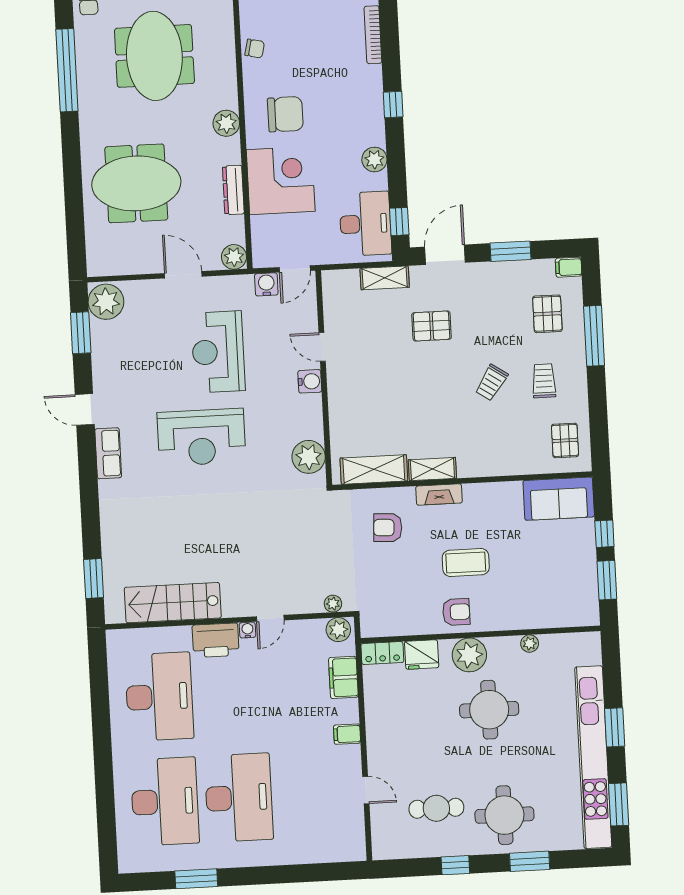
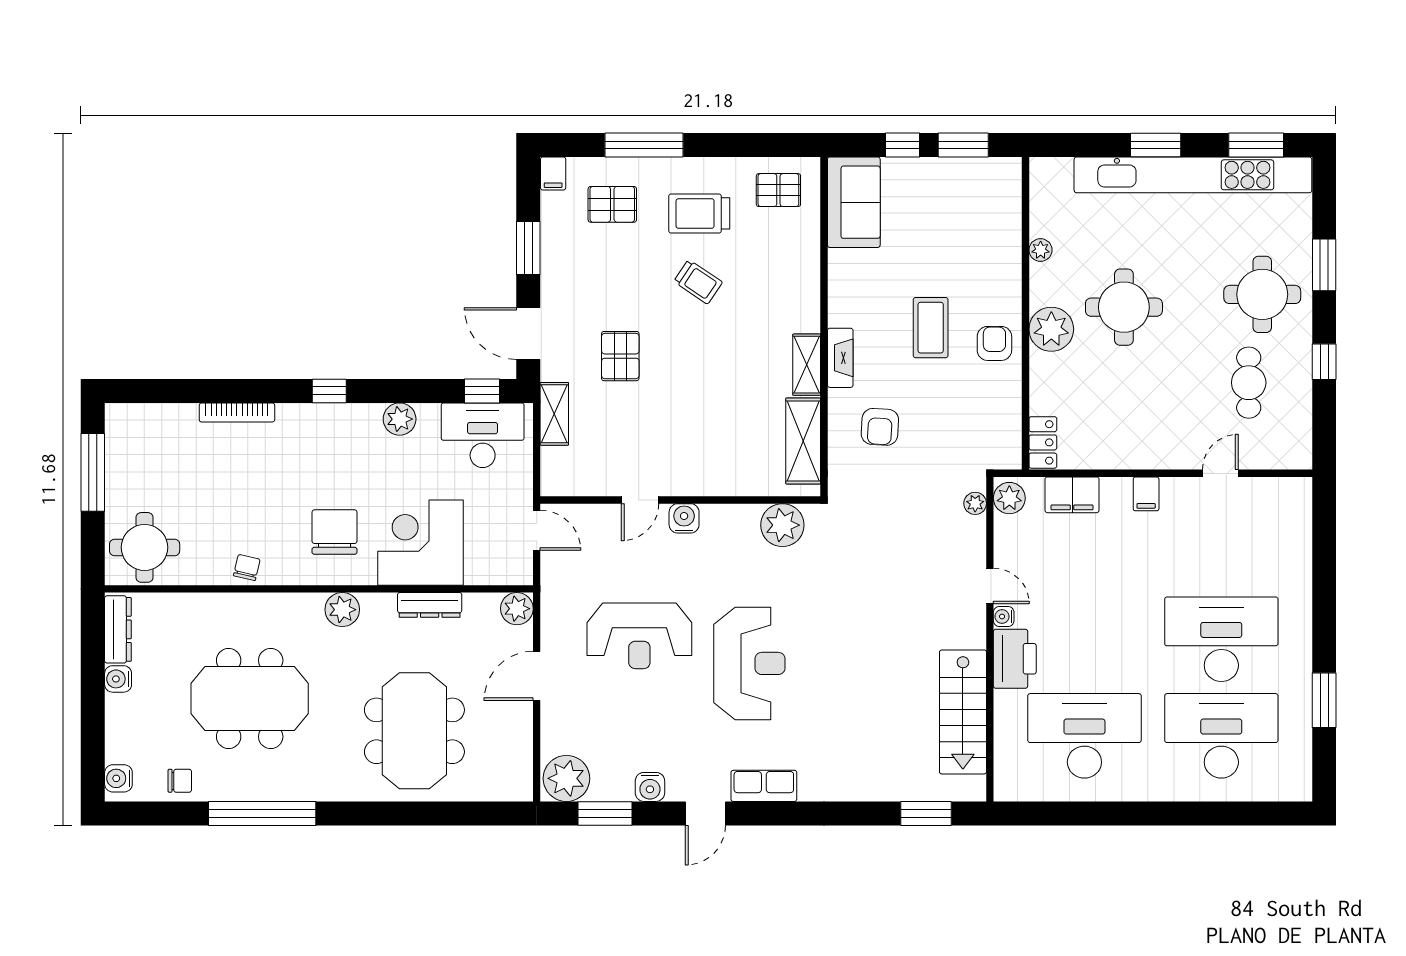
water cooler: (266, 284) -> (650, 787), moved, turned -90
trolley: (544, 381) -> (699, 213), width x1.36, depth x1.39
fridge: (422, 655) -> (1047, 391), removed

